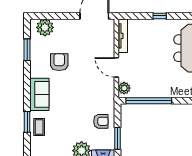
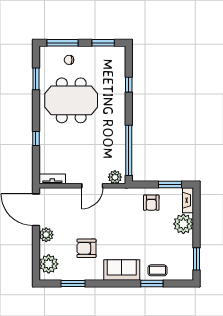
plant: (72, 25) -> (46, 235), added
tv unit: (123, 36) -> (52, 179), width x0.71
armchair: (101, 121) -> (151, 203), turned 180

